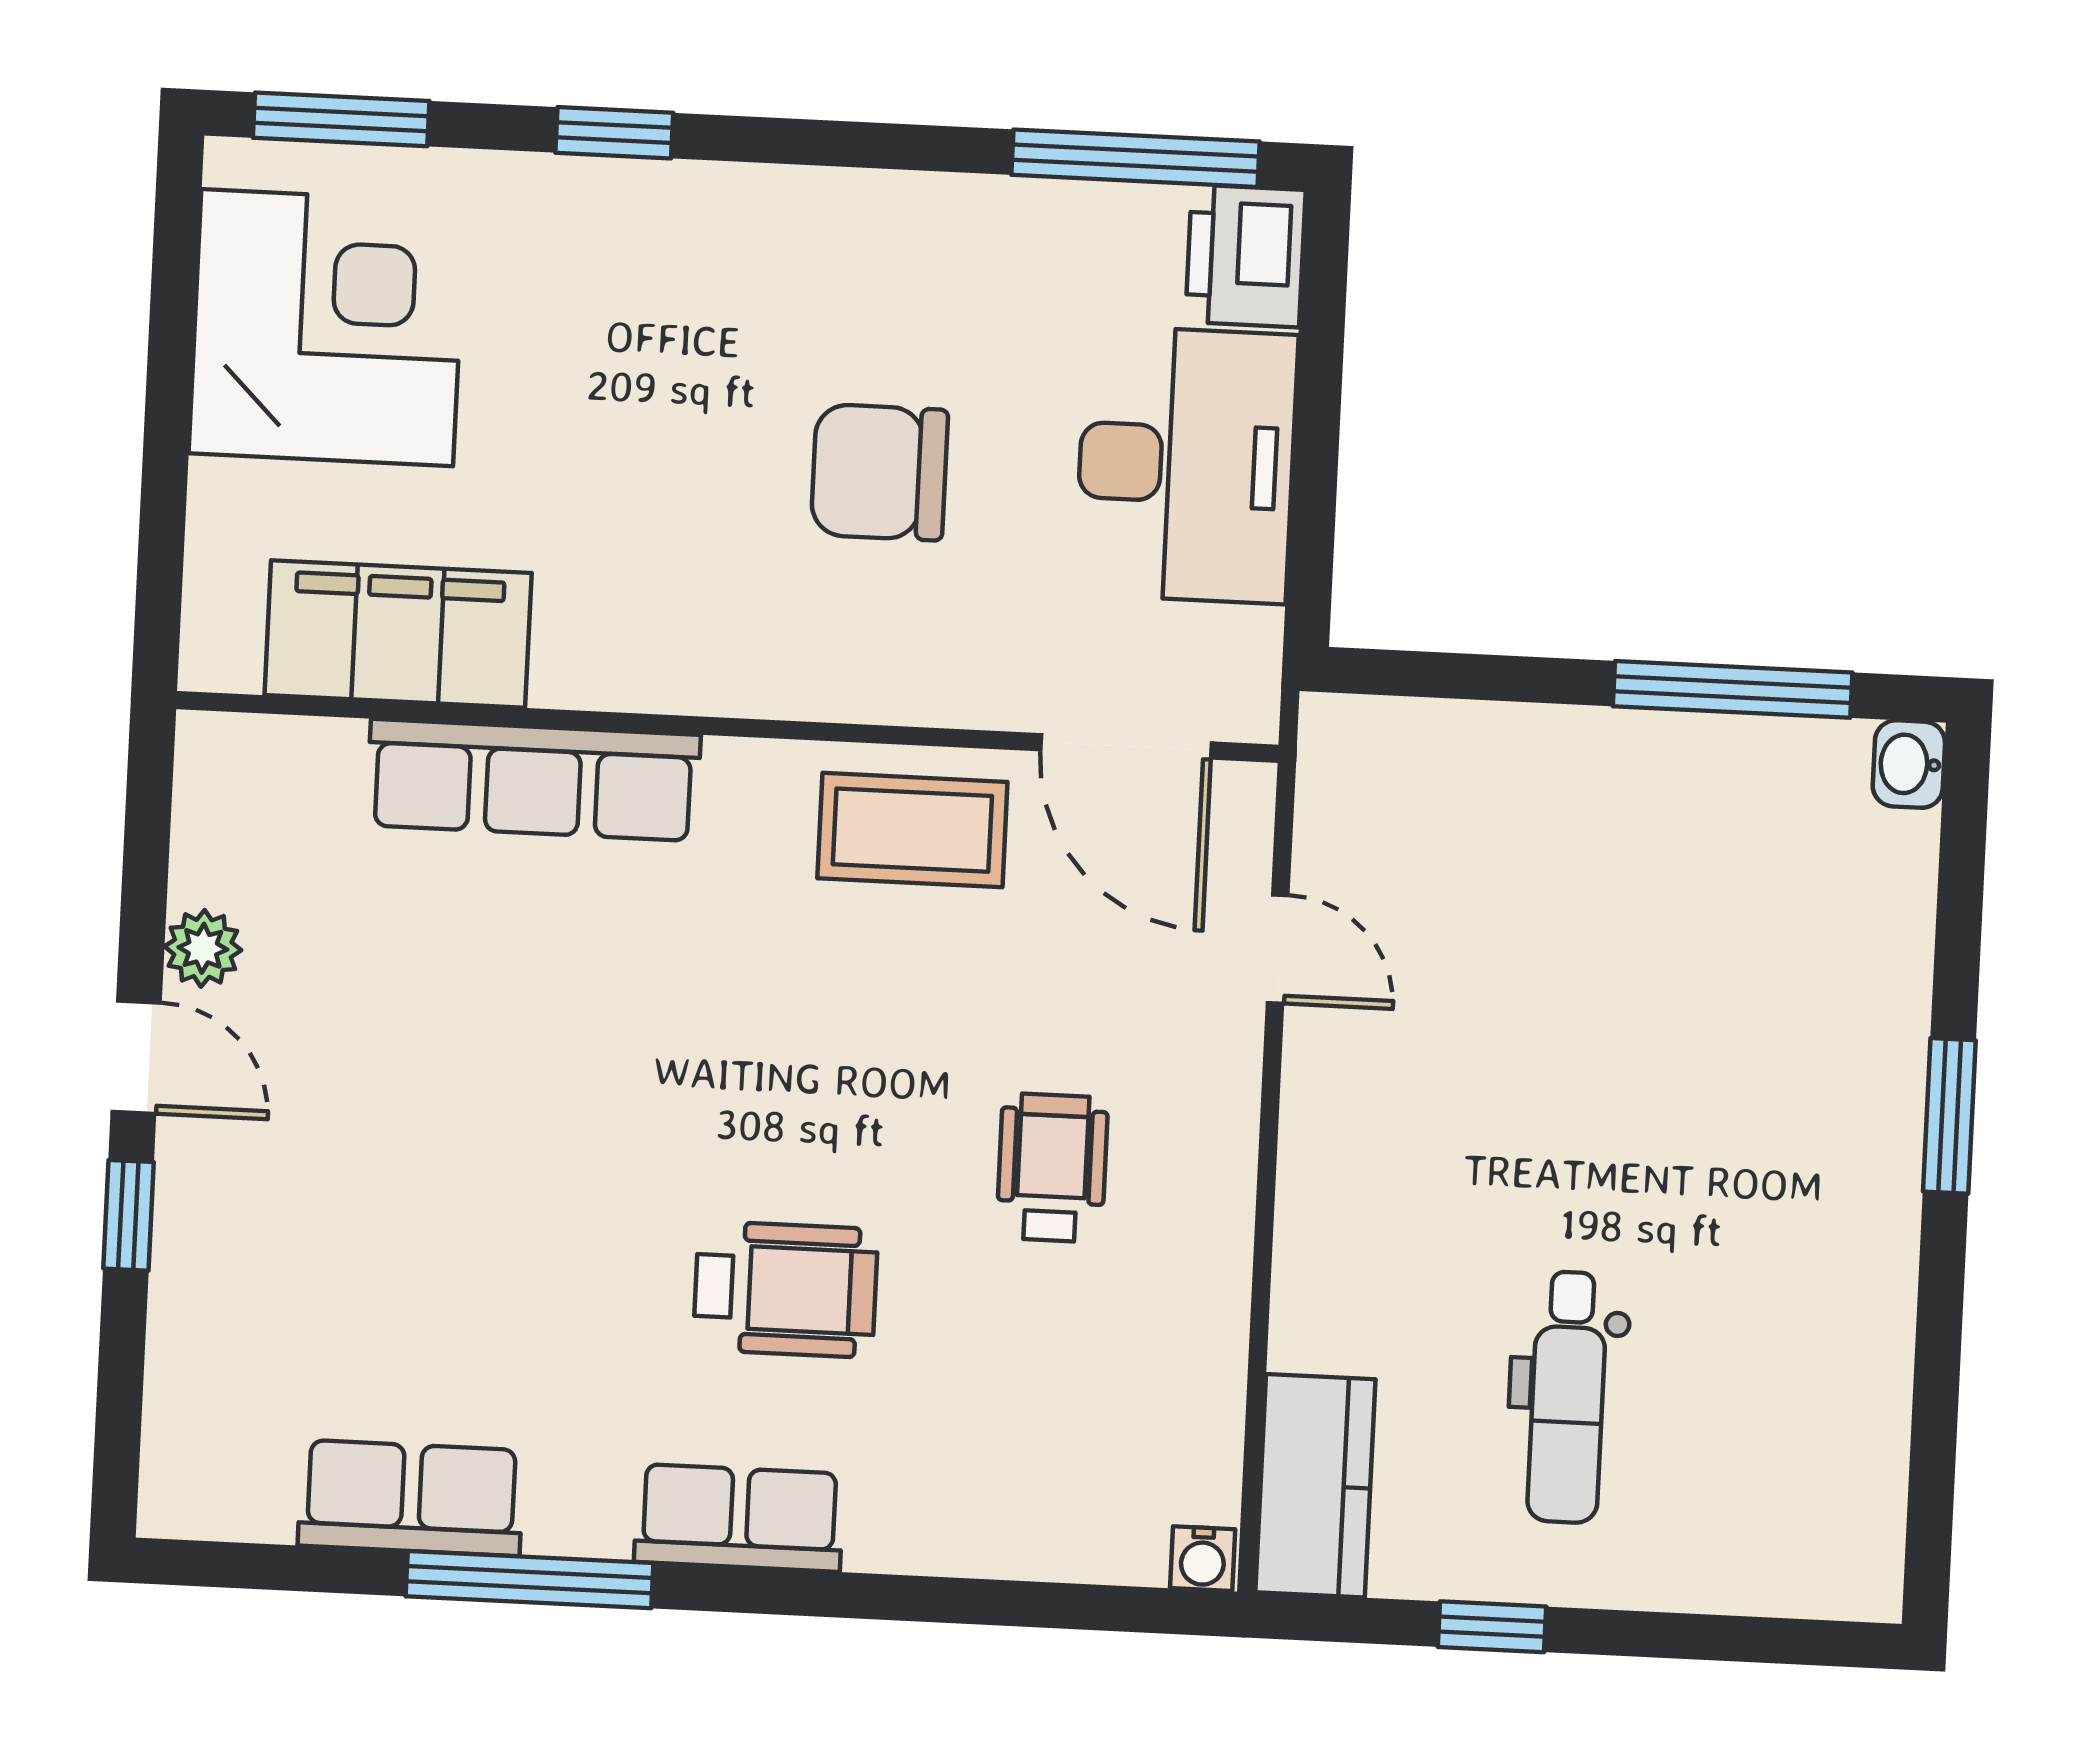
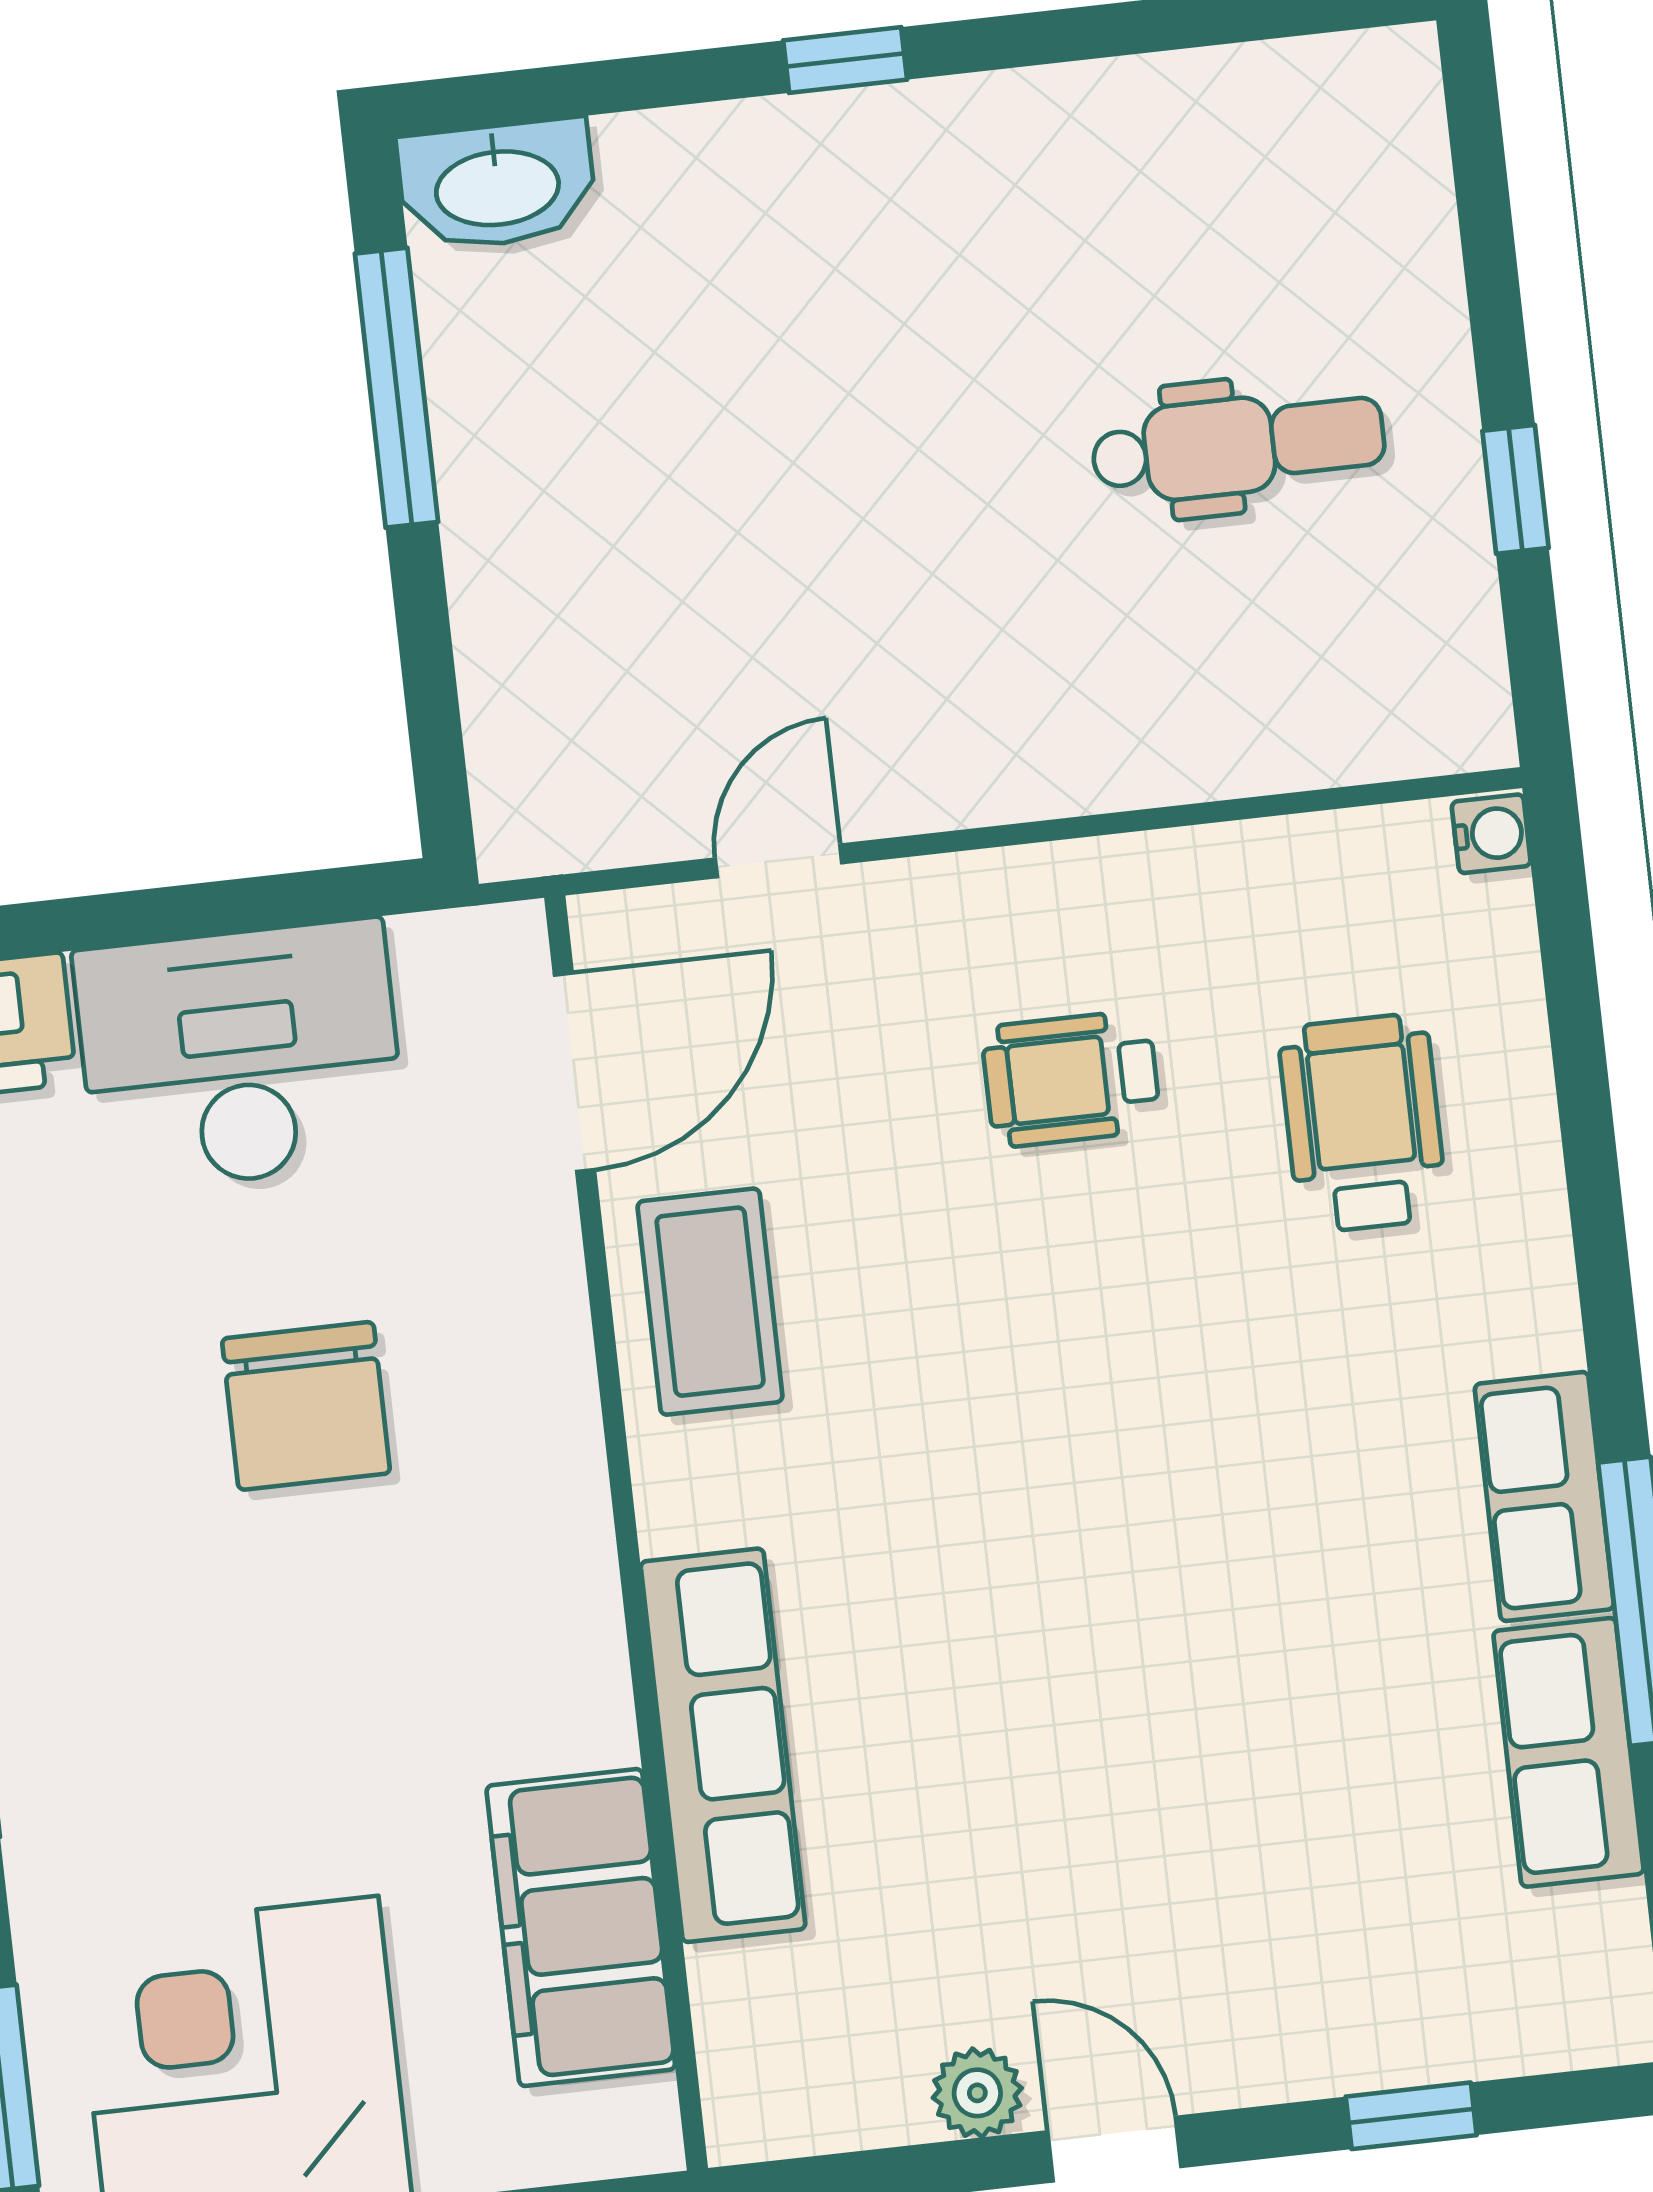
washbasin: (1909, 764) -> (497, 185), width x1.91, depth x1.45
door: (136, 1057) -> (1114, 2149), hinge flipped
window: (1949, 1116) -> (845, 60), width x0.67
window: (128, 1215) -> (1411, 2116), moved
wheelchair: (785, 1289) -> (1363, 1123), moved
kitchen counter: (1315, 1486) -> (1387, 718), removed
row of seats: (739, 1518) -> (1544, 1496), moved

